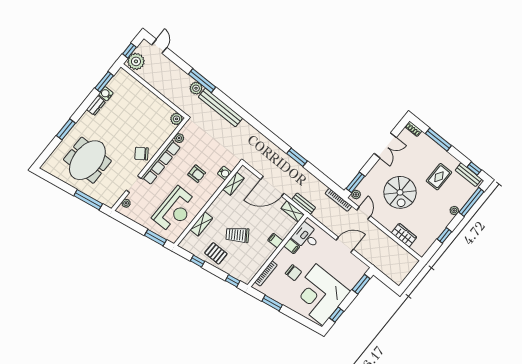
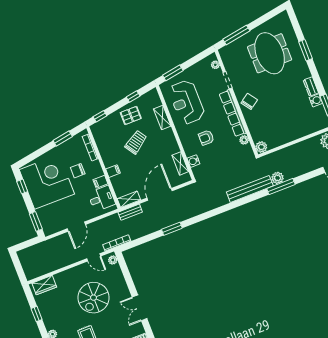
window: (355, 182) -> (123, 265), removed
spiral stairs: (400, 192) -> (93, 298), turned -90
wardrobe: (404, 235) -> (44, 285), moved

